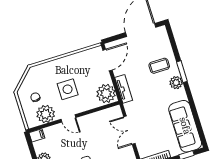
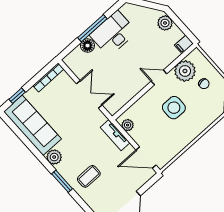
door: (107, 60) -> (146, 157), hinge flipped
plant: (176, 83) -> (54, 157), moved
plant: (106, 93) -> (128, 125), width x0.53, depth x0.53

